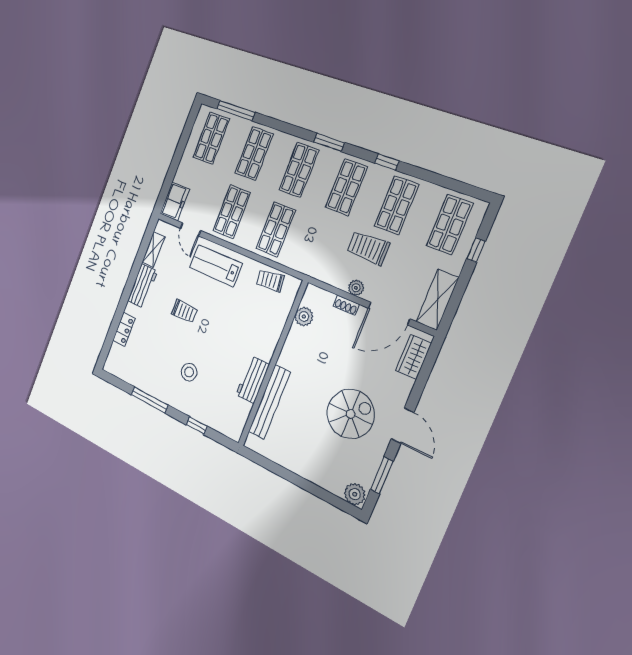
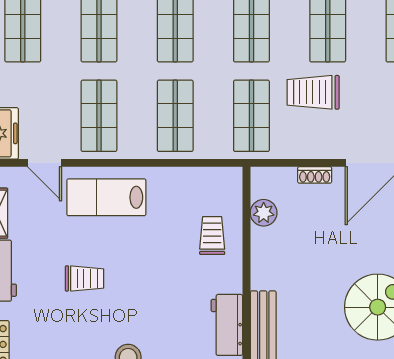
shop shelf: (322, 248) -> (251, 116), added
trolley: (270, 281) -> (212, 236), moved, turned 97
plant: (356, 288) -> (318, 148), removed

